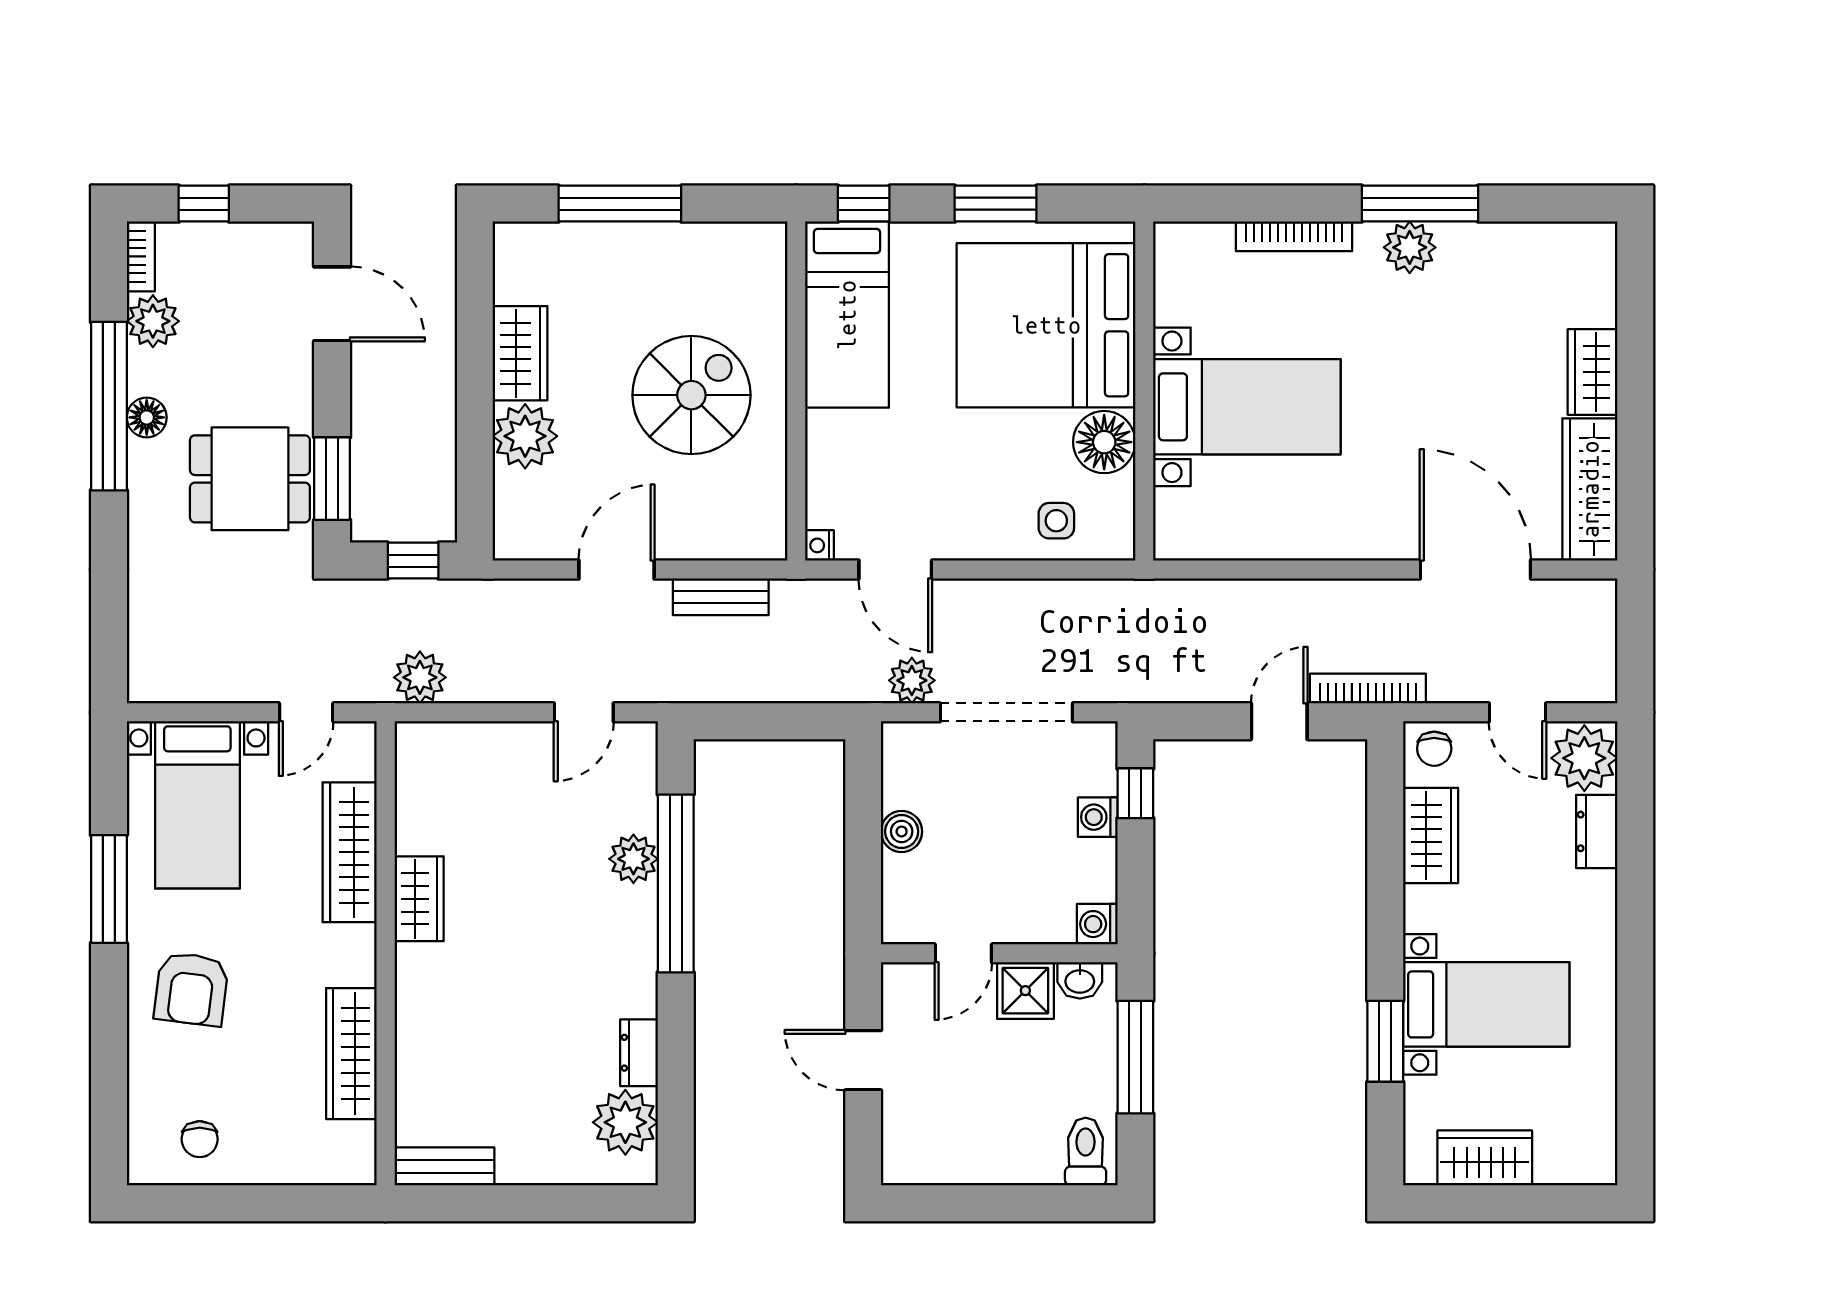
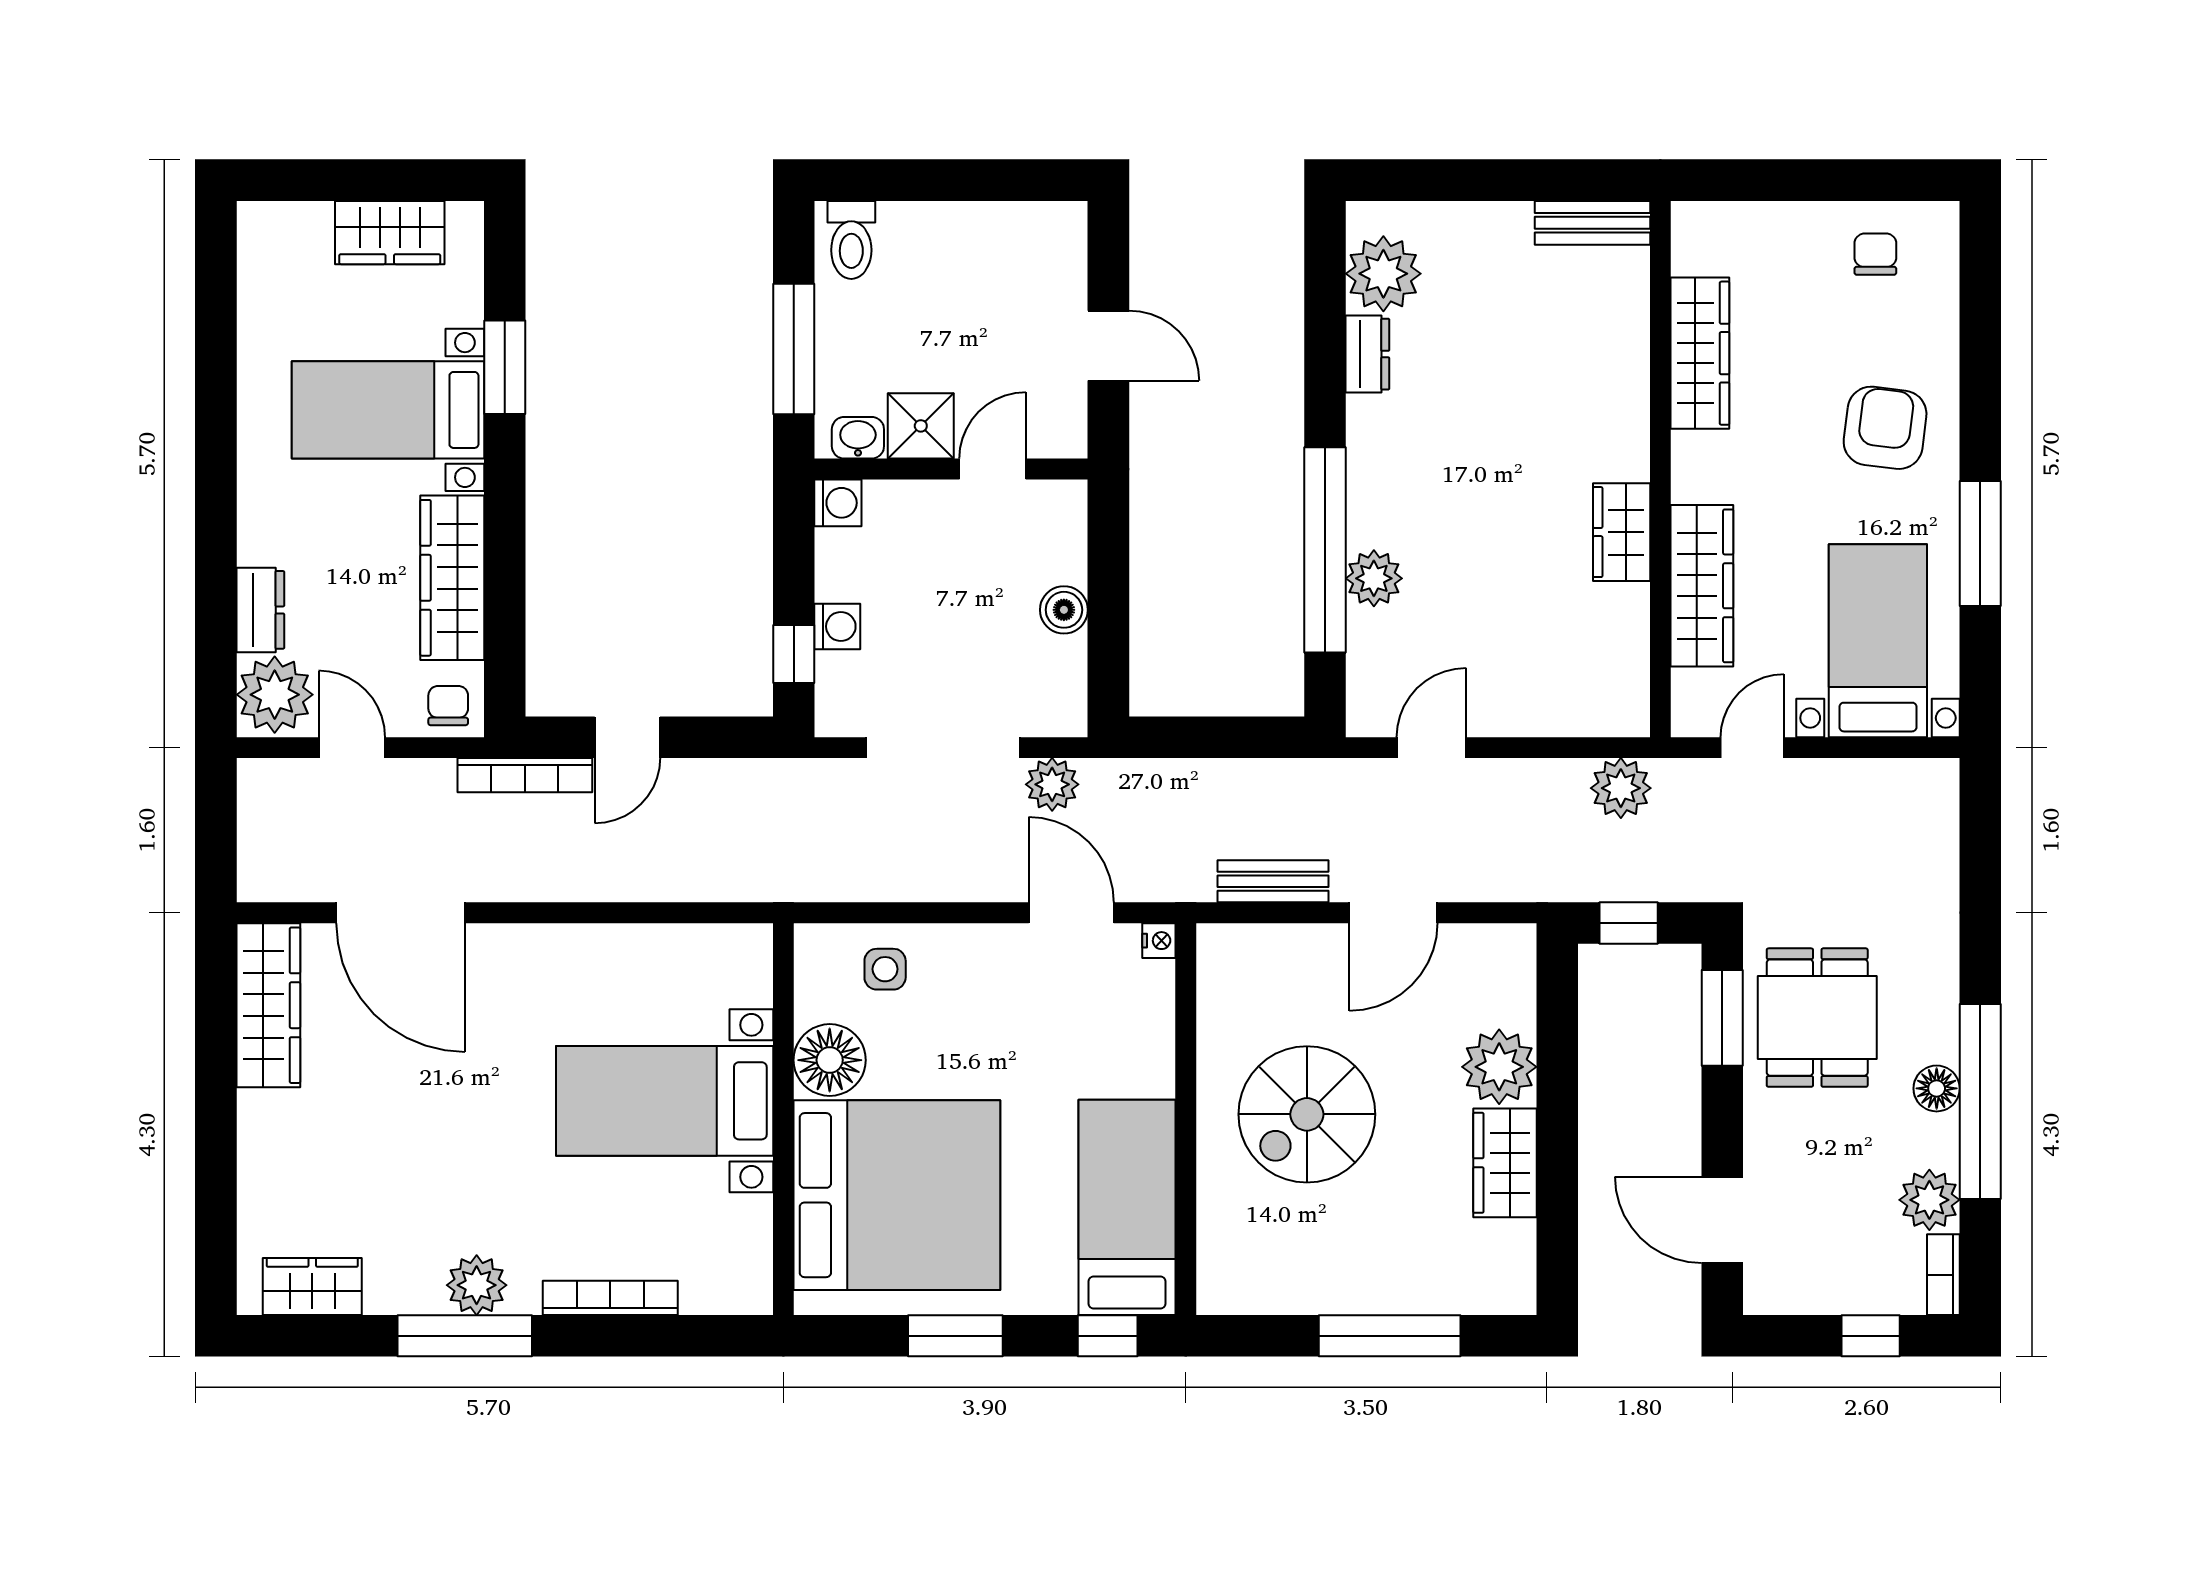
wardrobe: (1593, 372) -> (312, 1286), moved, turned -90
dining table: (250, 479) -> (1817, 1018), turned 90
wardrobe: (1431, 835) -> (452, 578), width x1.50

